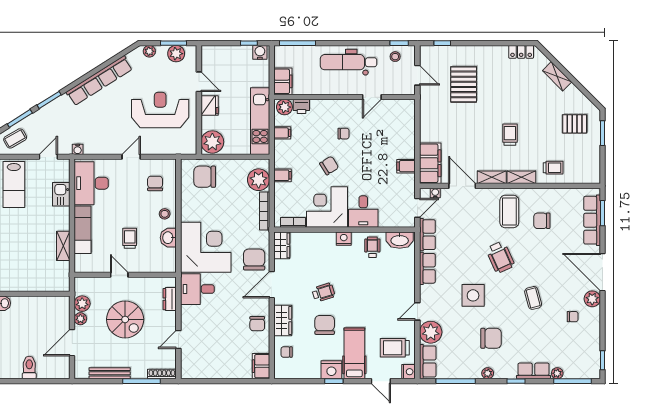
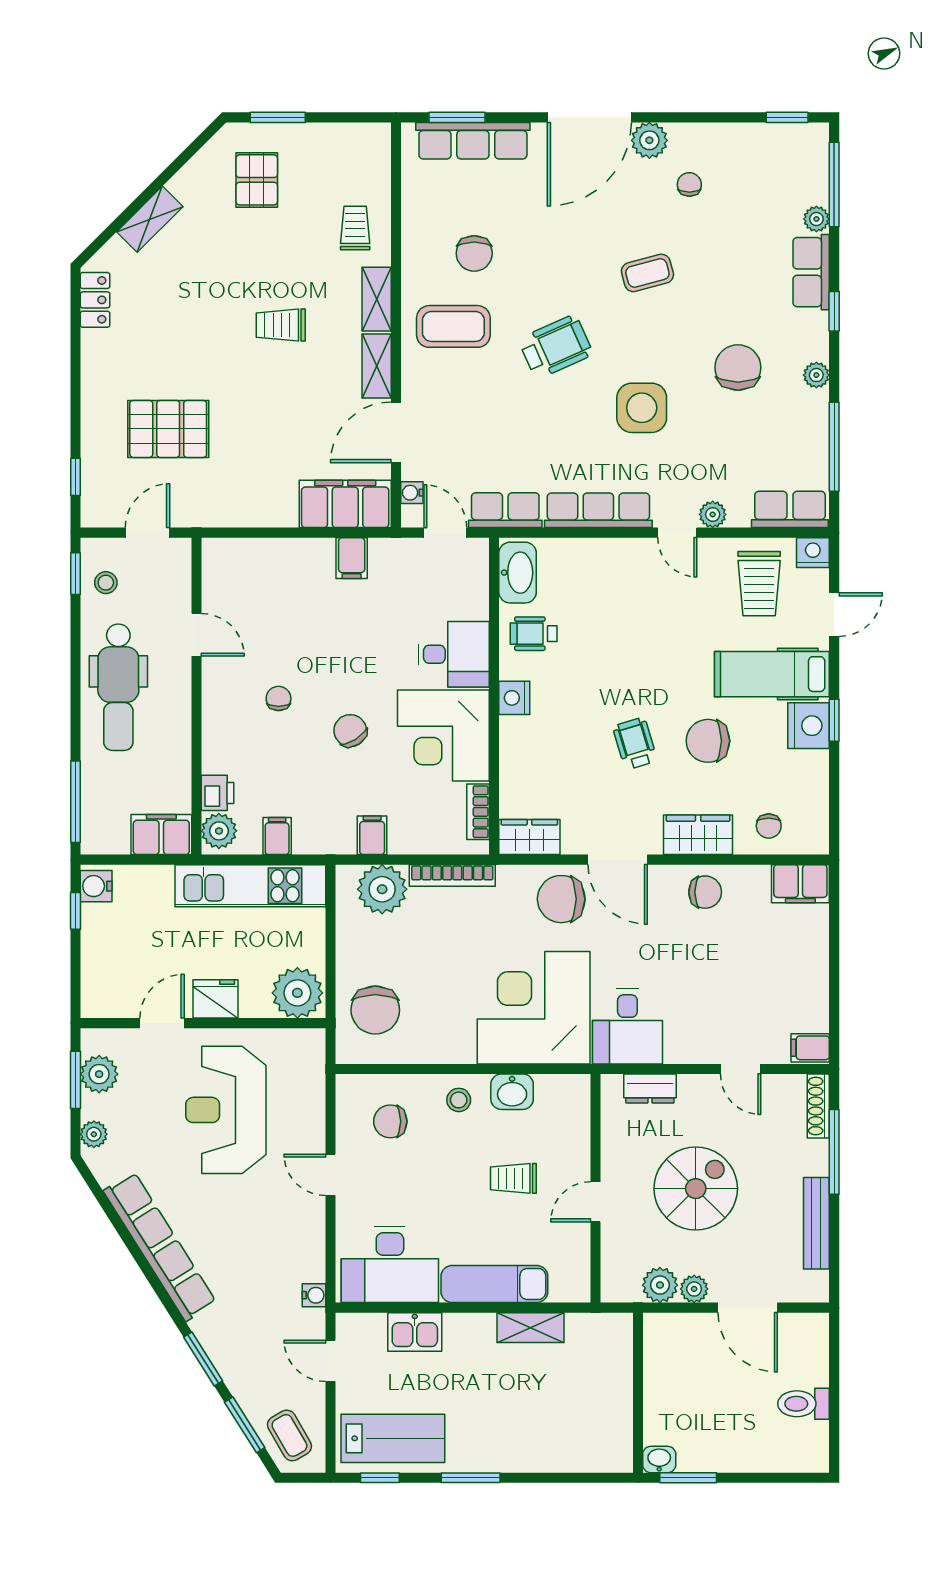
row of seats: (427, 268) -> (598, 510), width x1.48
plant: (431, 332) -> (713, 514), width x0.53, depth x0.53
filing cabinet: (188, 370) -> (810, 1048), added

